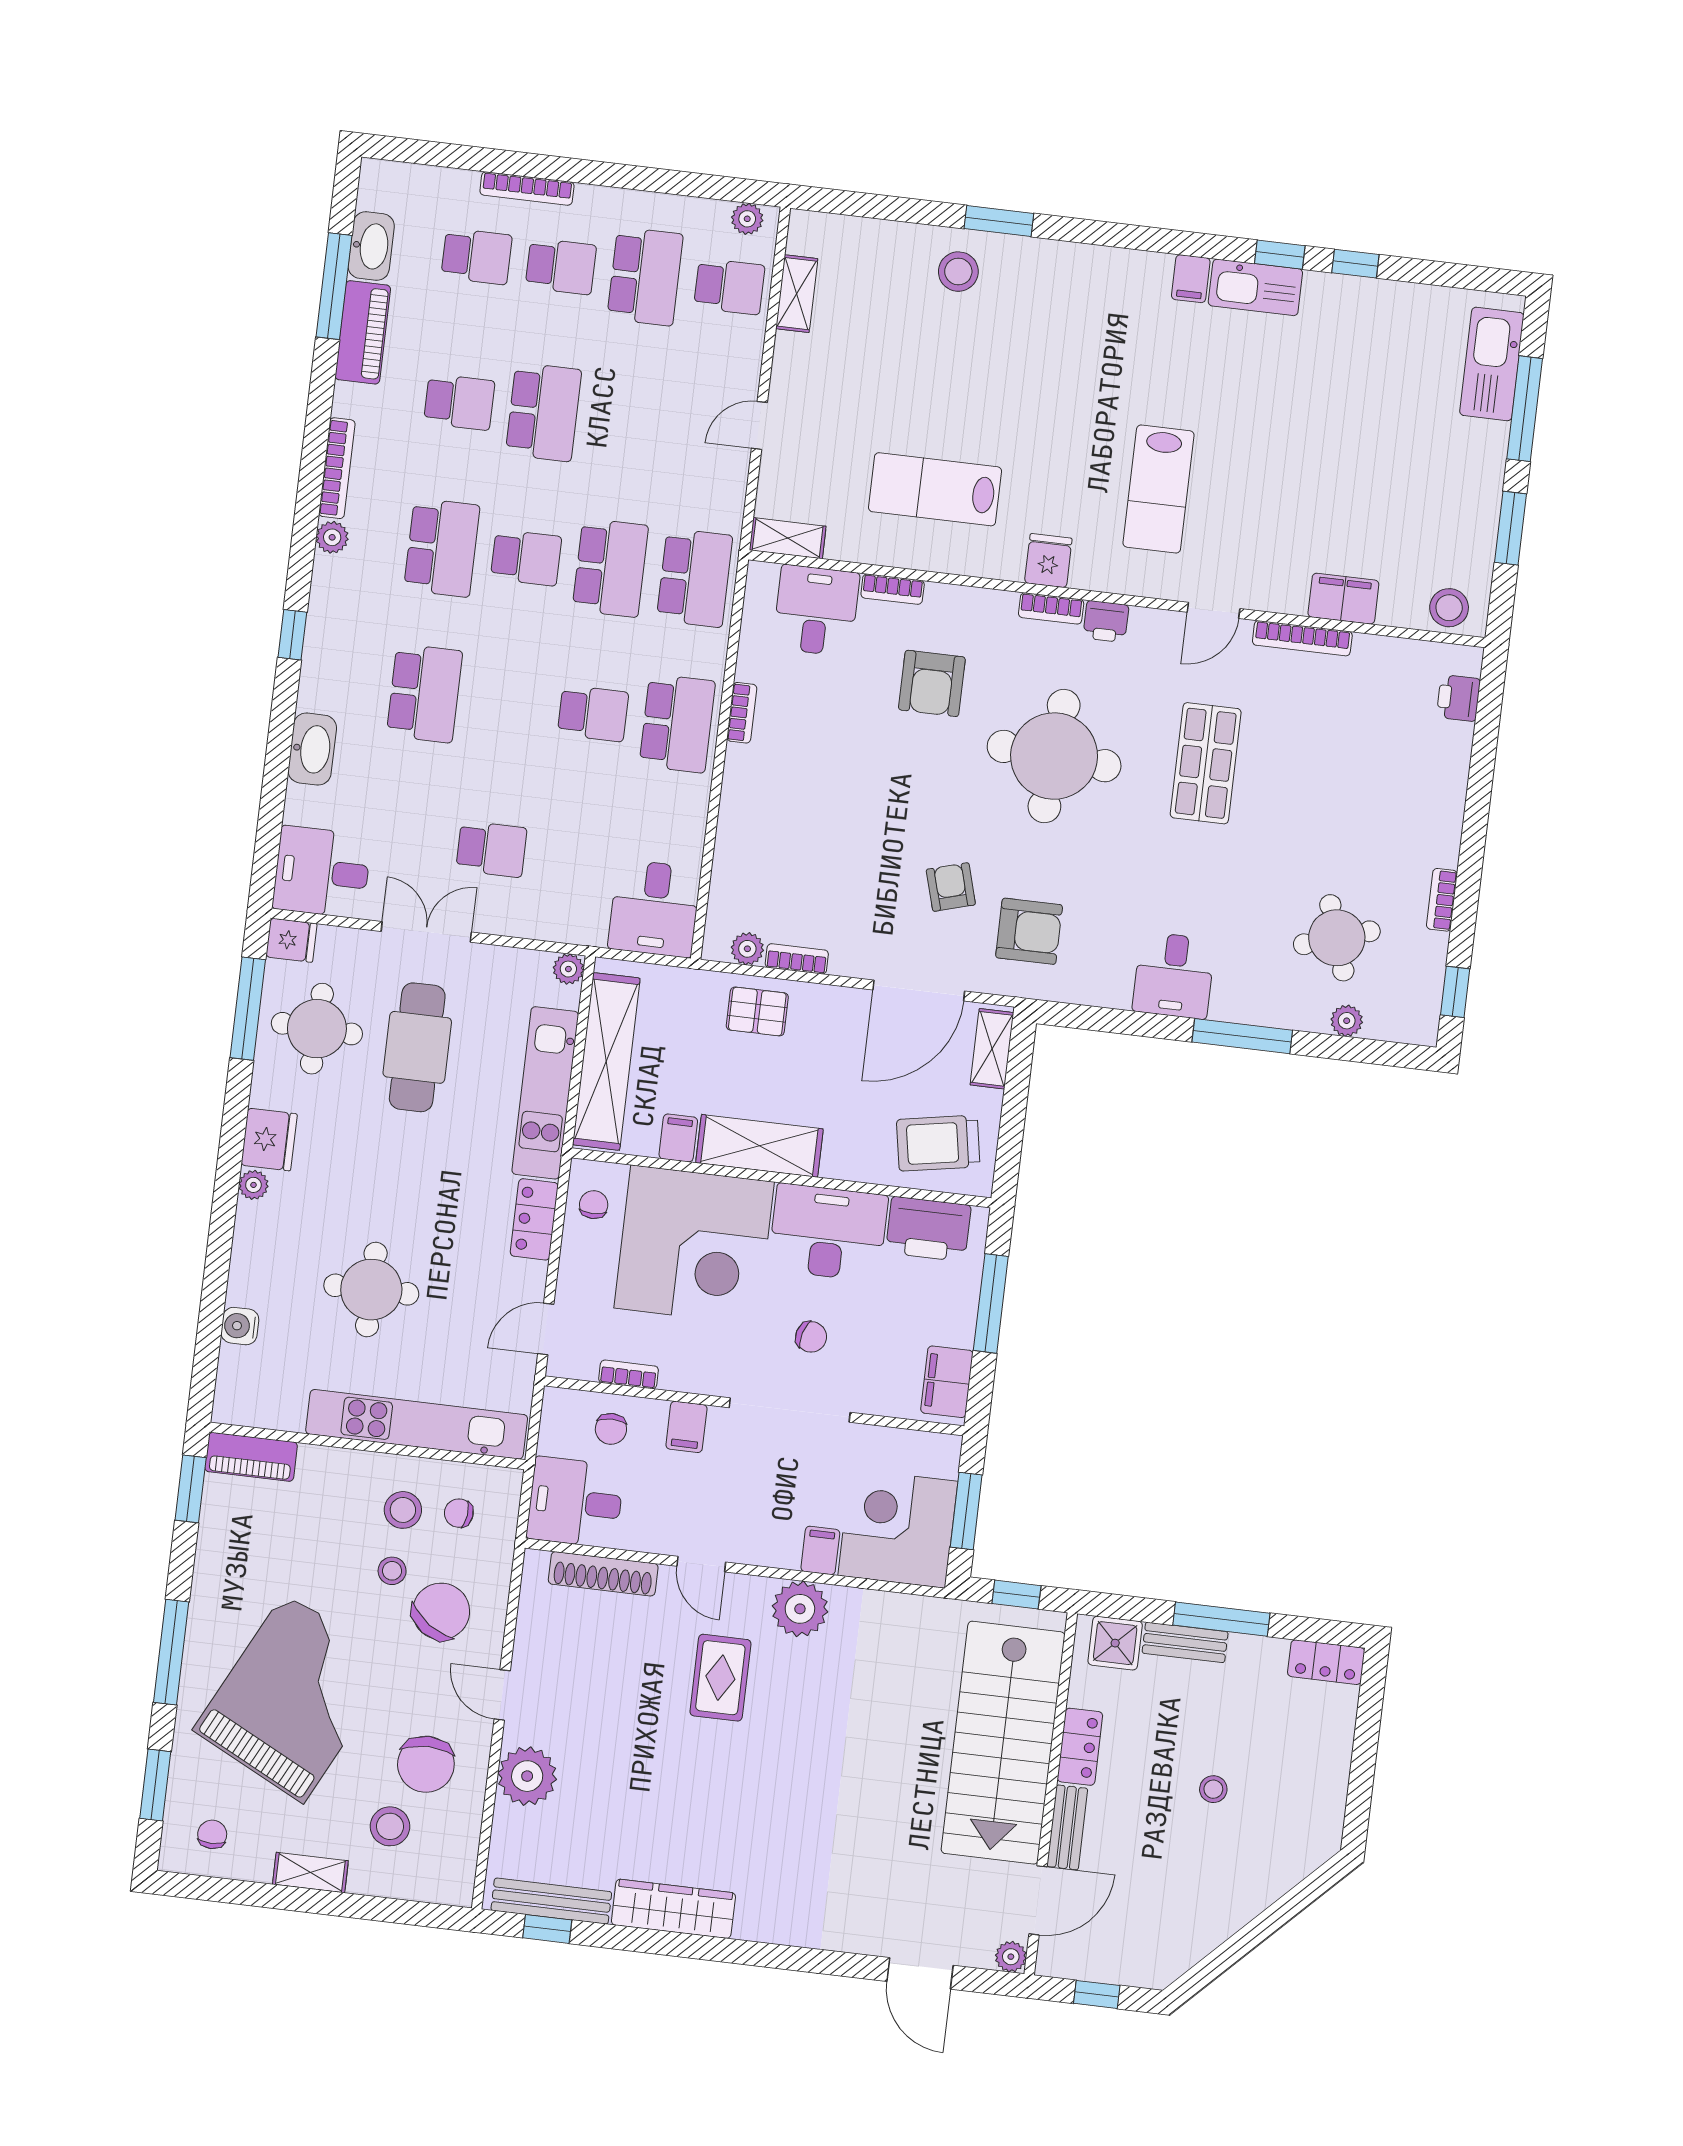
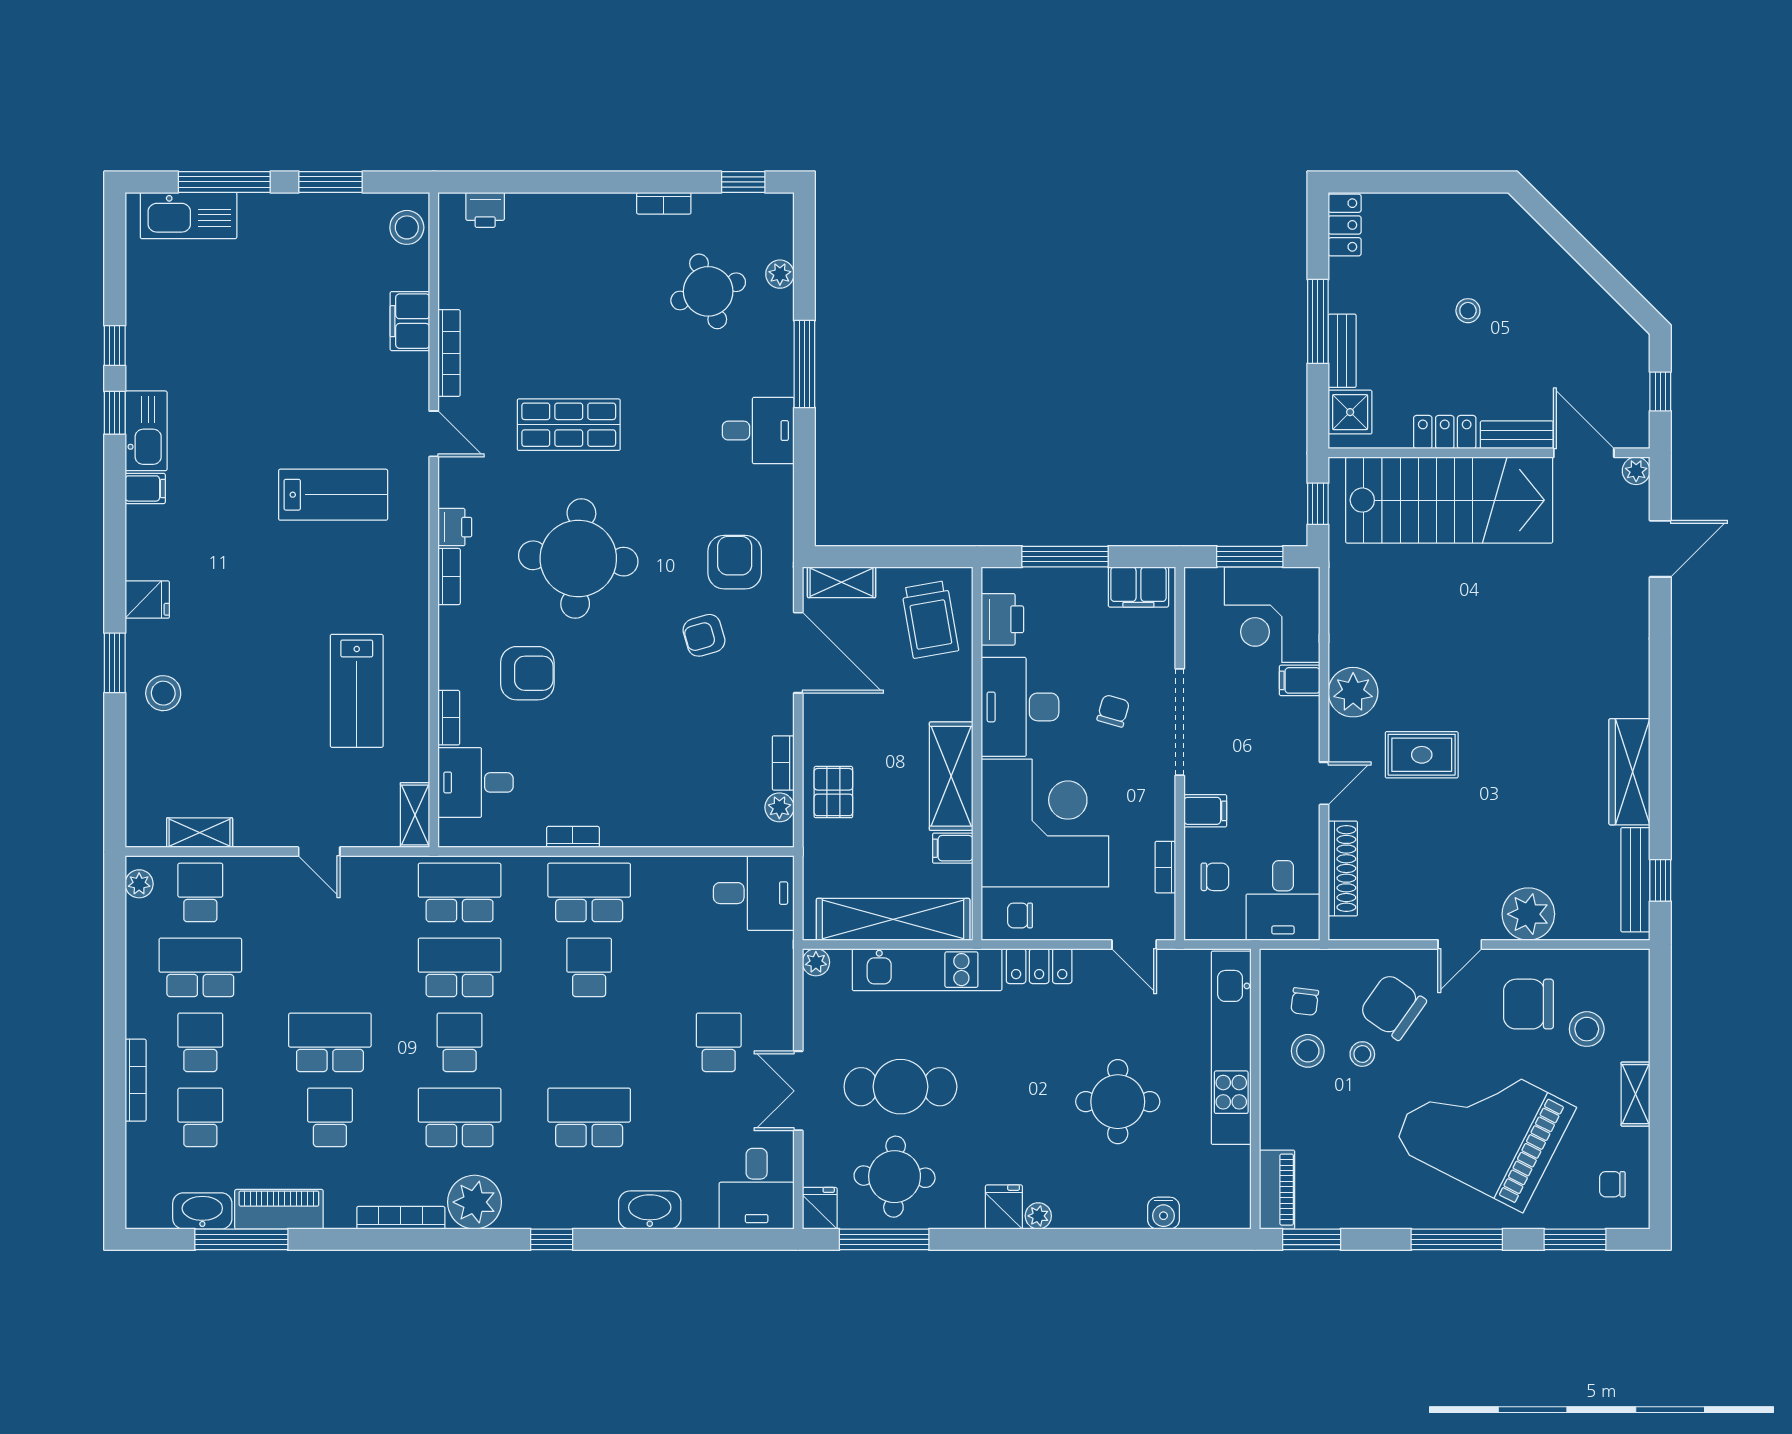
plant: (332, 537) -> (475, 1202), width x1.87, depth x1.87
fridge: (1048, 561) -> (147, 600), moved, turned 180
fridge: (269, 1140) -> (1004, 1207), width x0.72
printer: (928, 1229) -> (1002, 619), width x0.73, depth x0.84
chair: (426, 1764) -> (1528, 1004), turned 180

